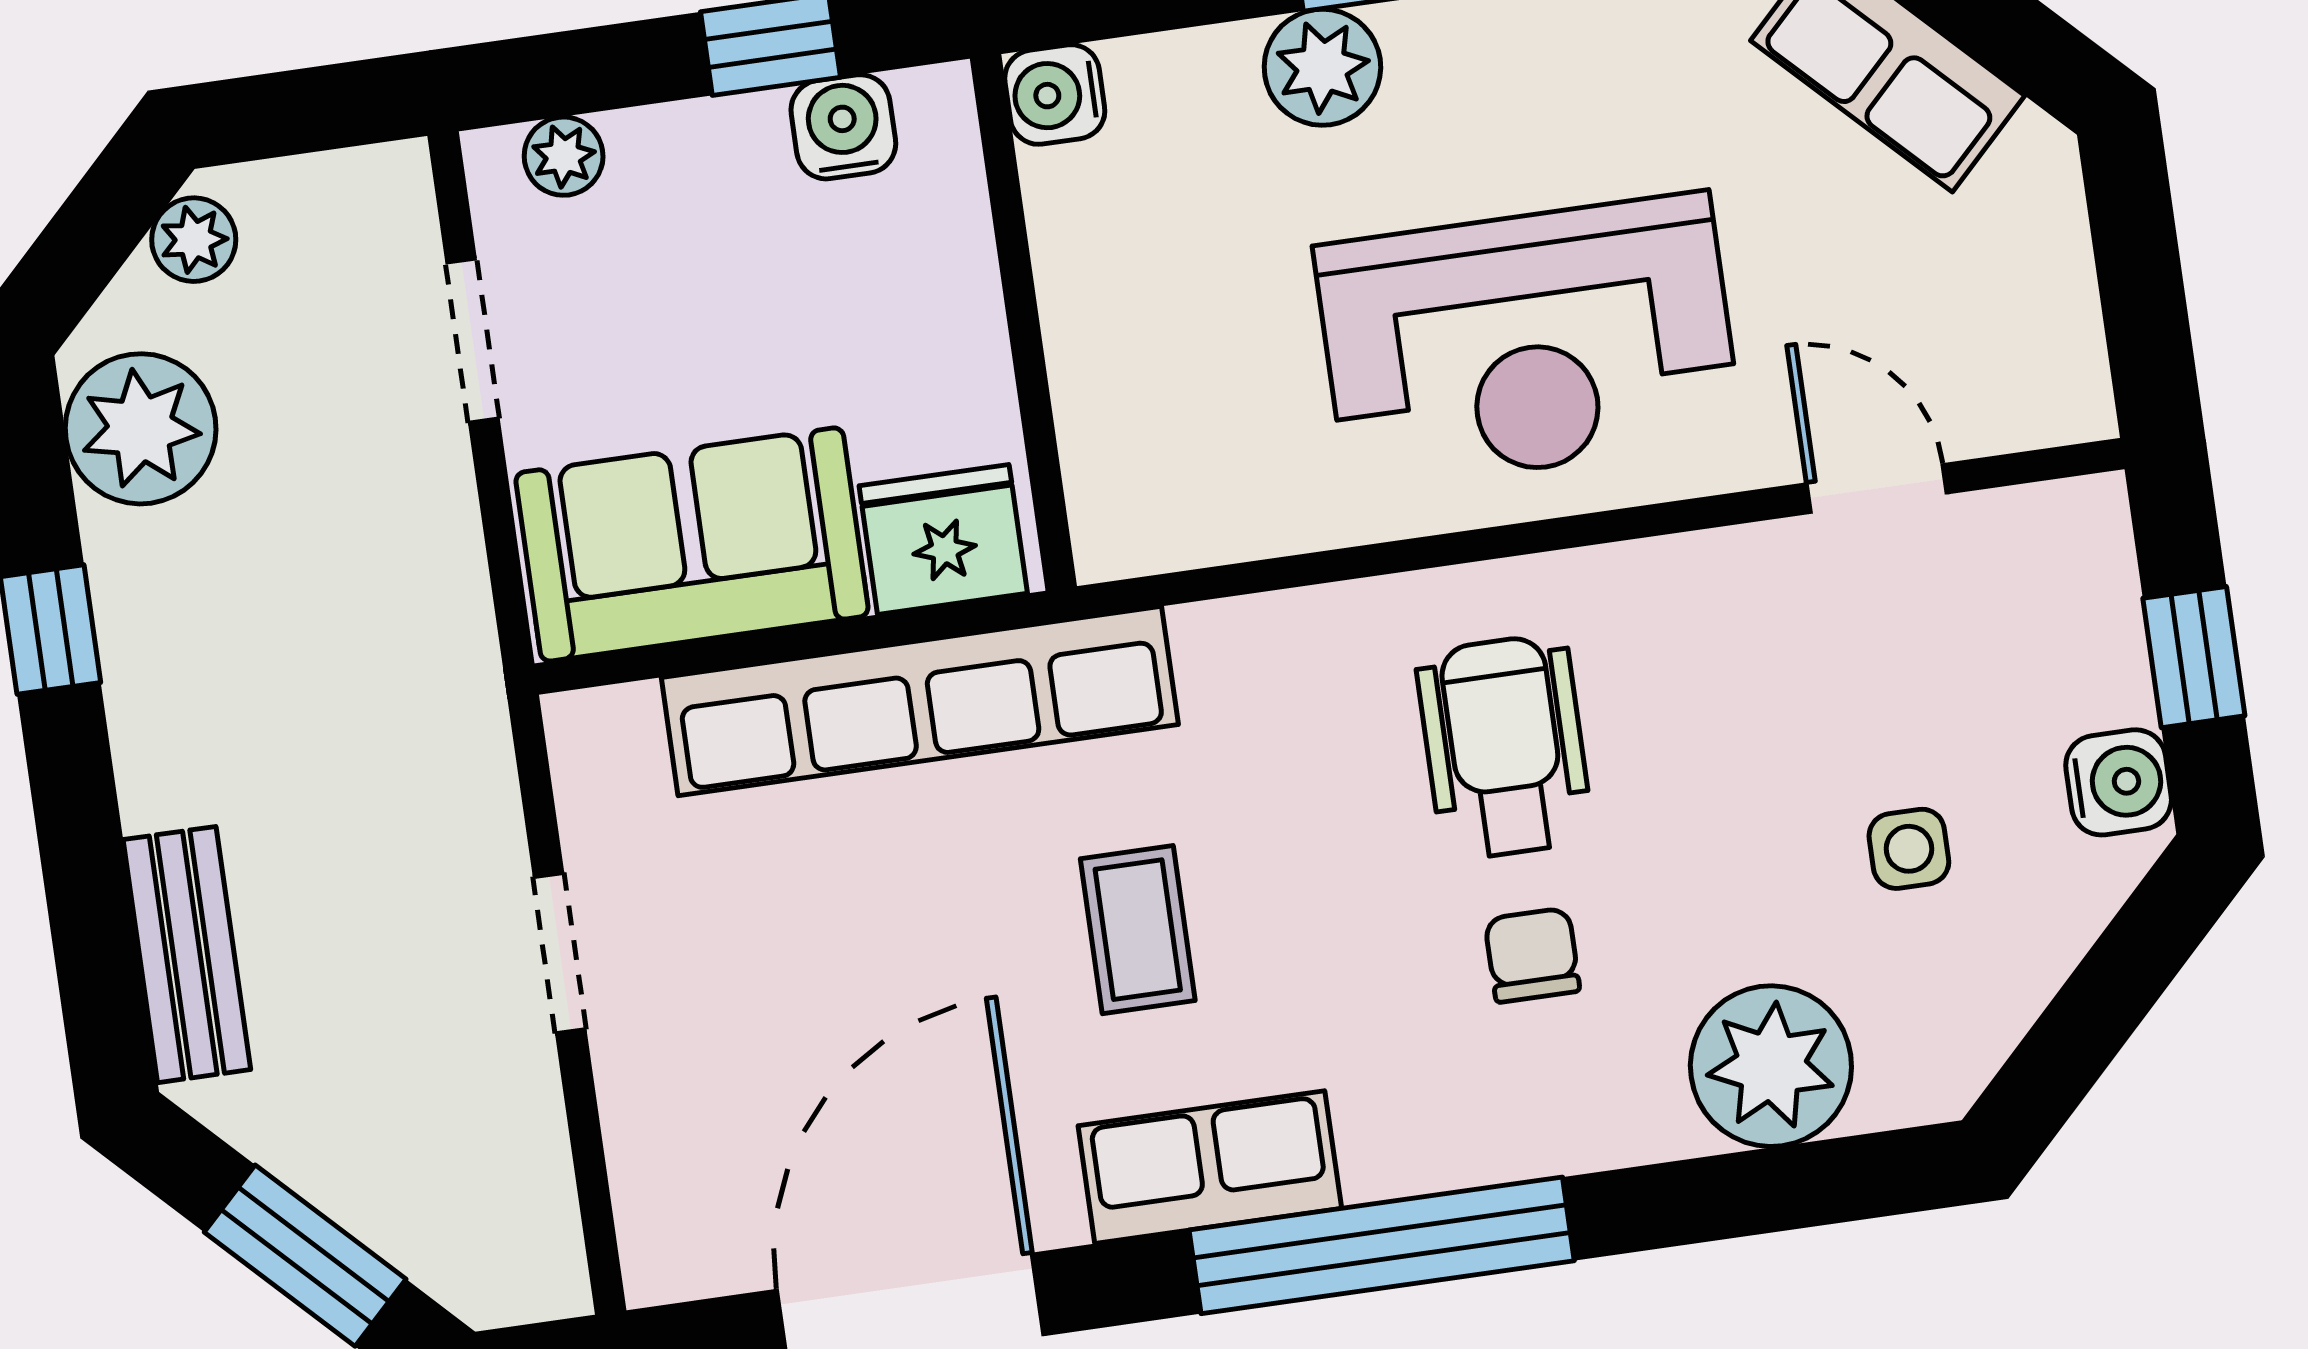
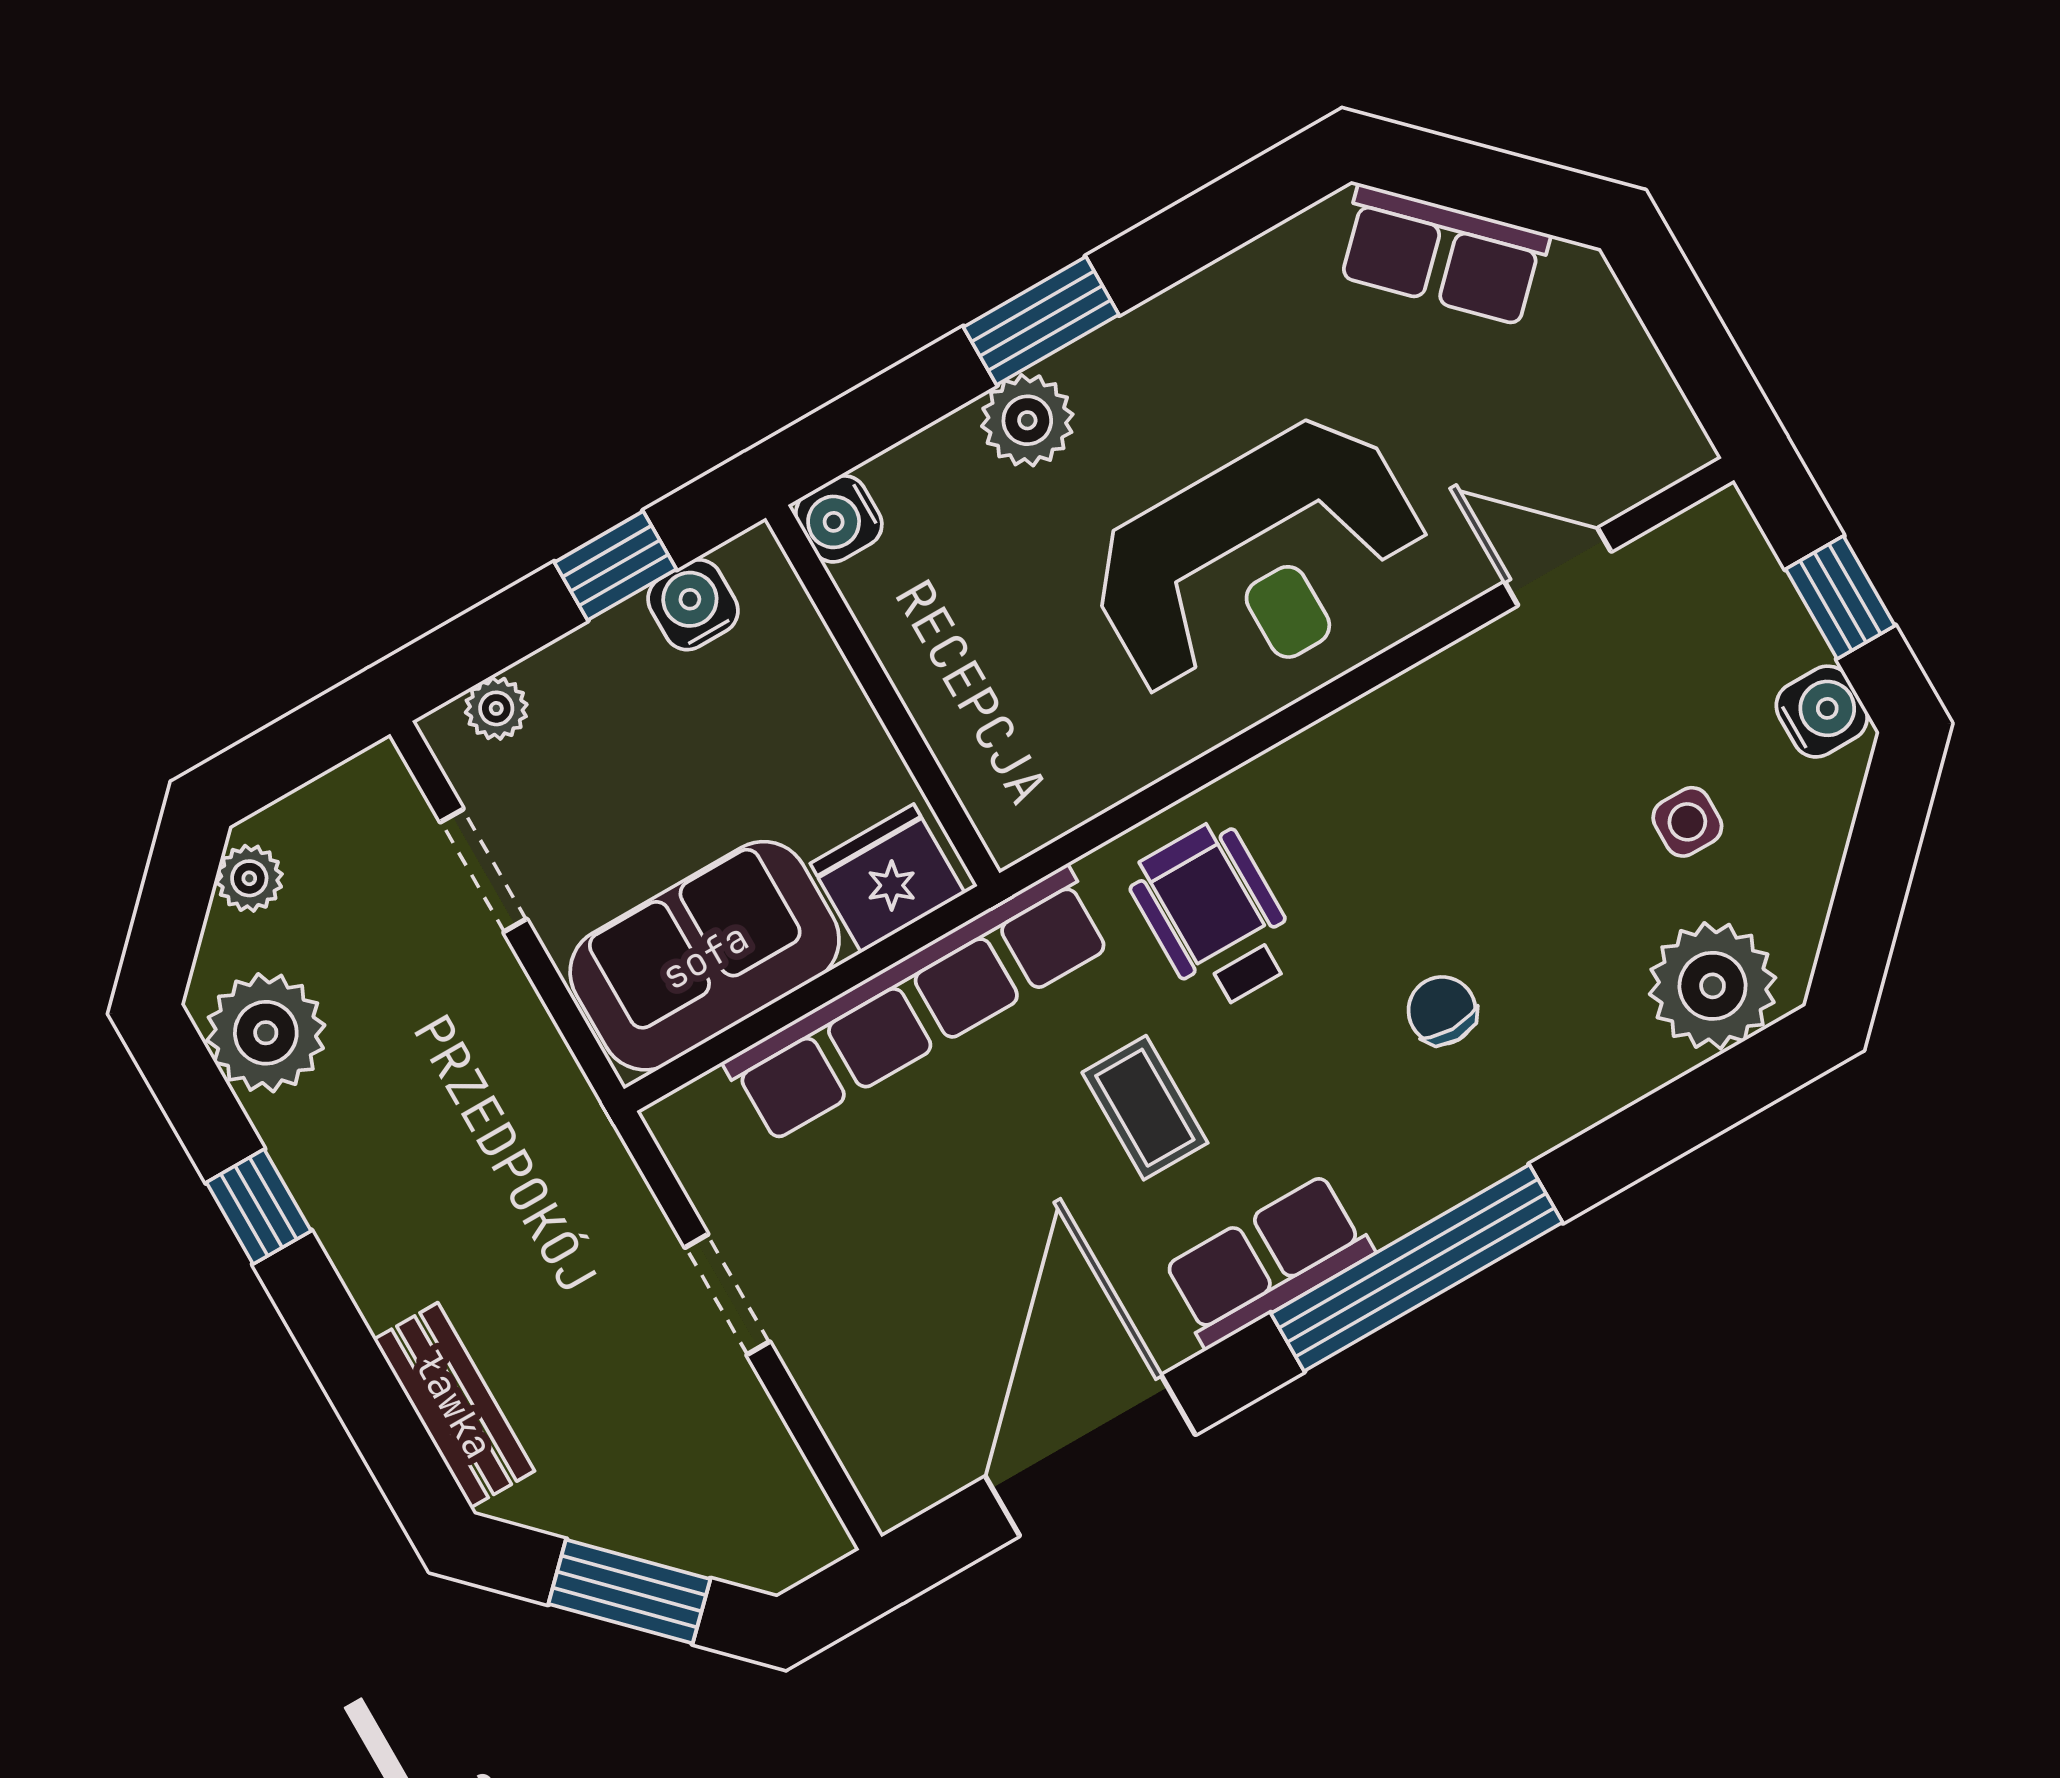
wheelchair: (1504, 747) -> (1214, 916), moved
plant: (1771, 1066) -> (1713, 986), moved

